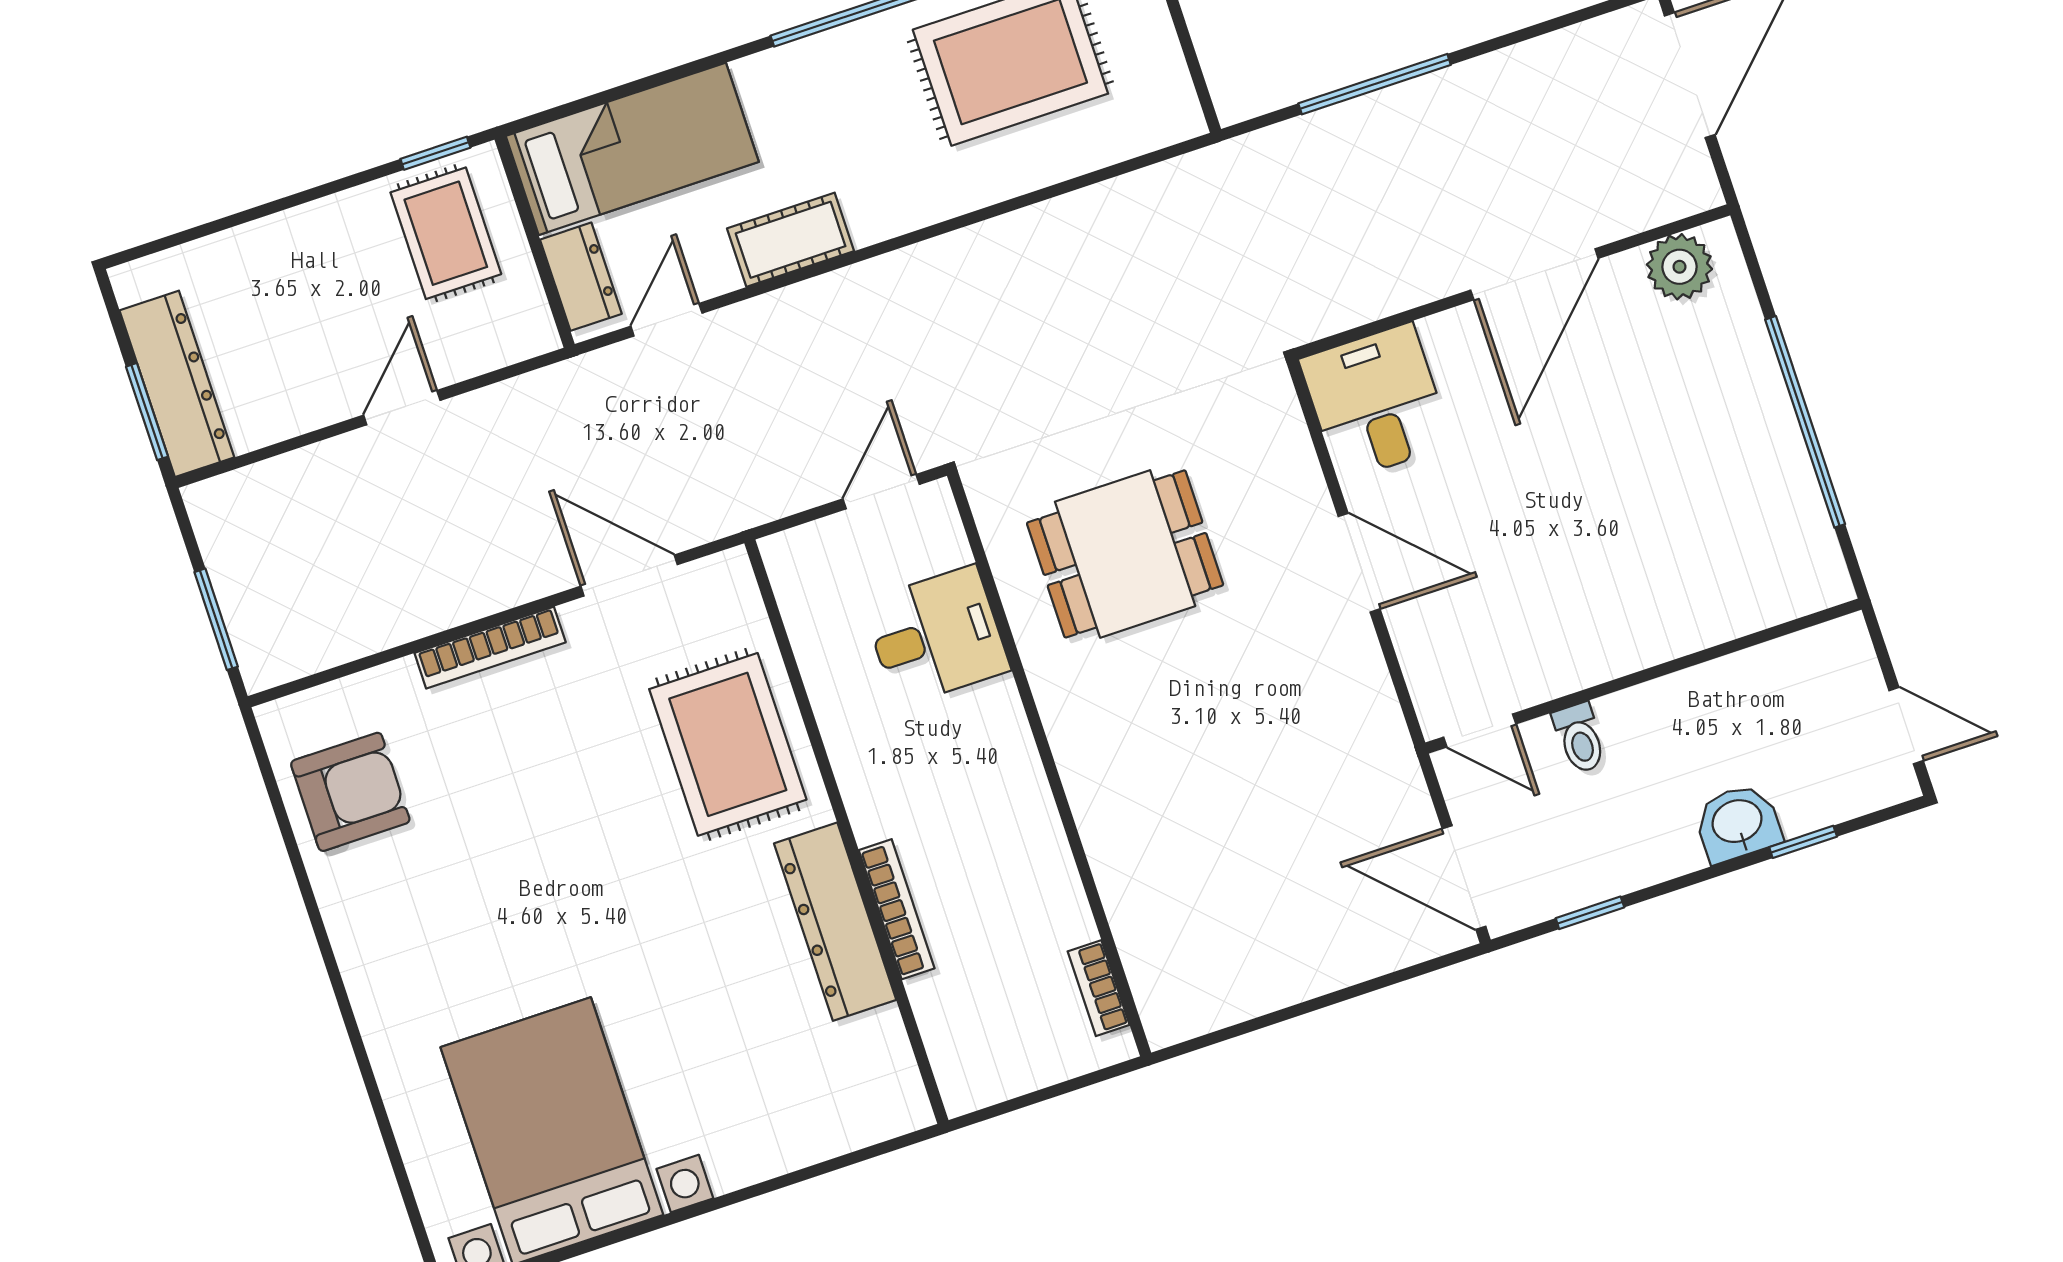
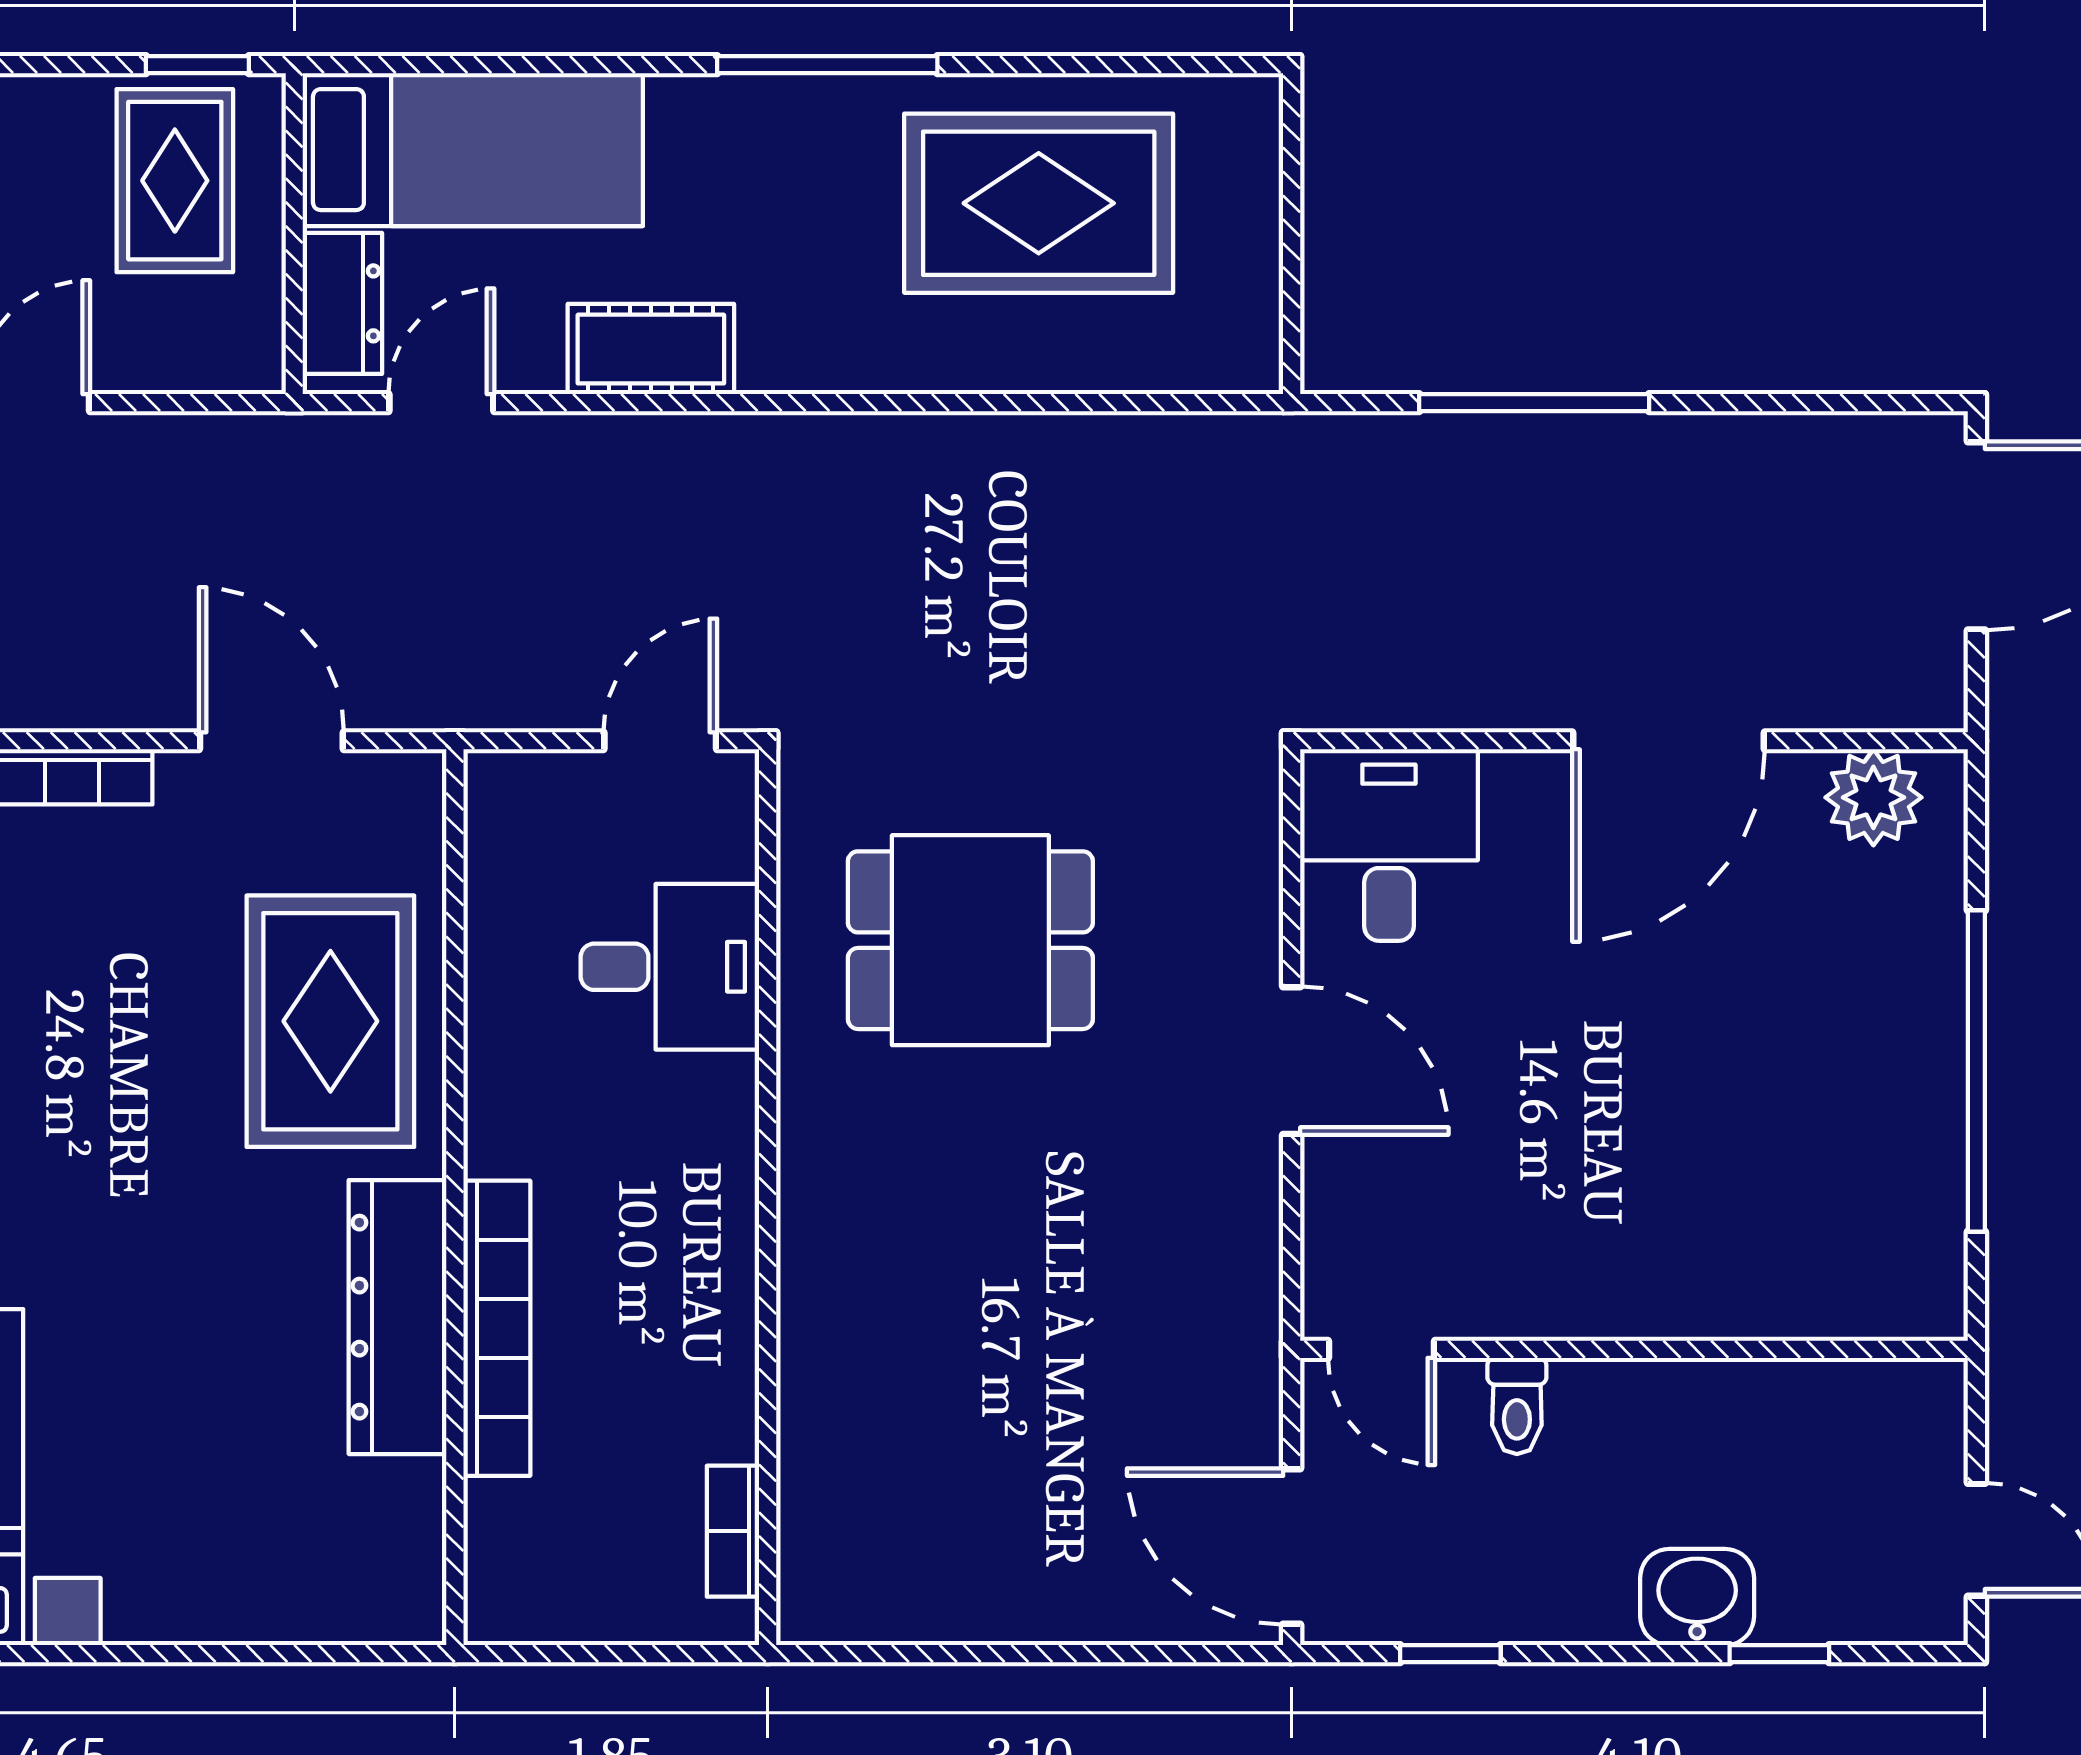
bookcase: (897, 909) -> (497, 1328), width x1.48, depth x1.31

